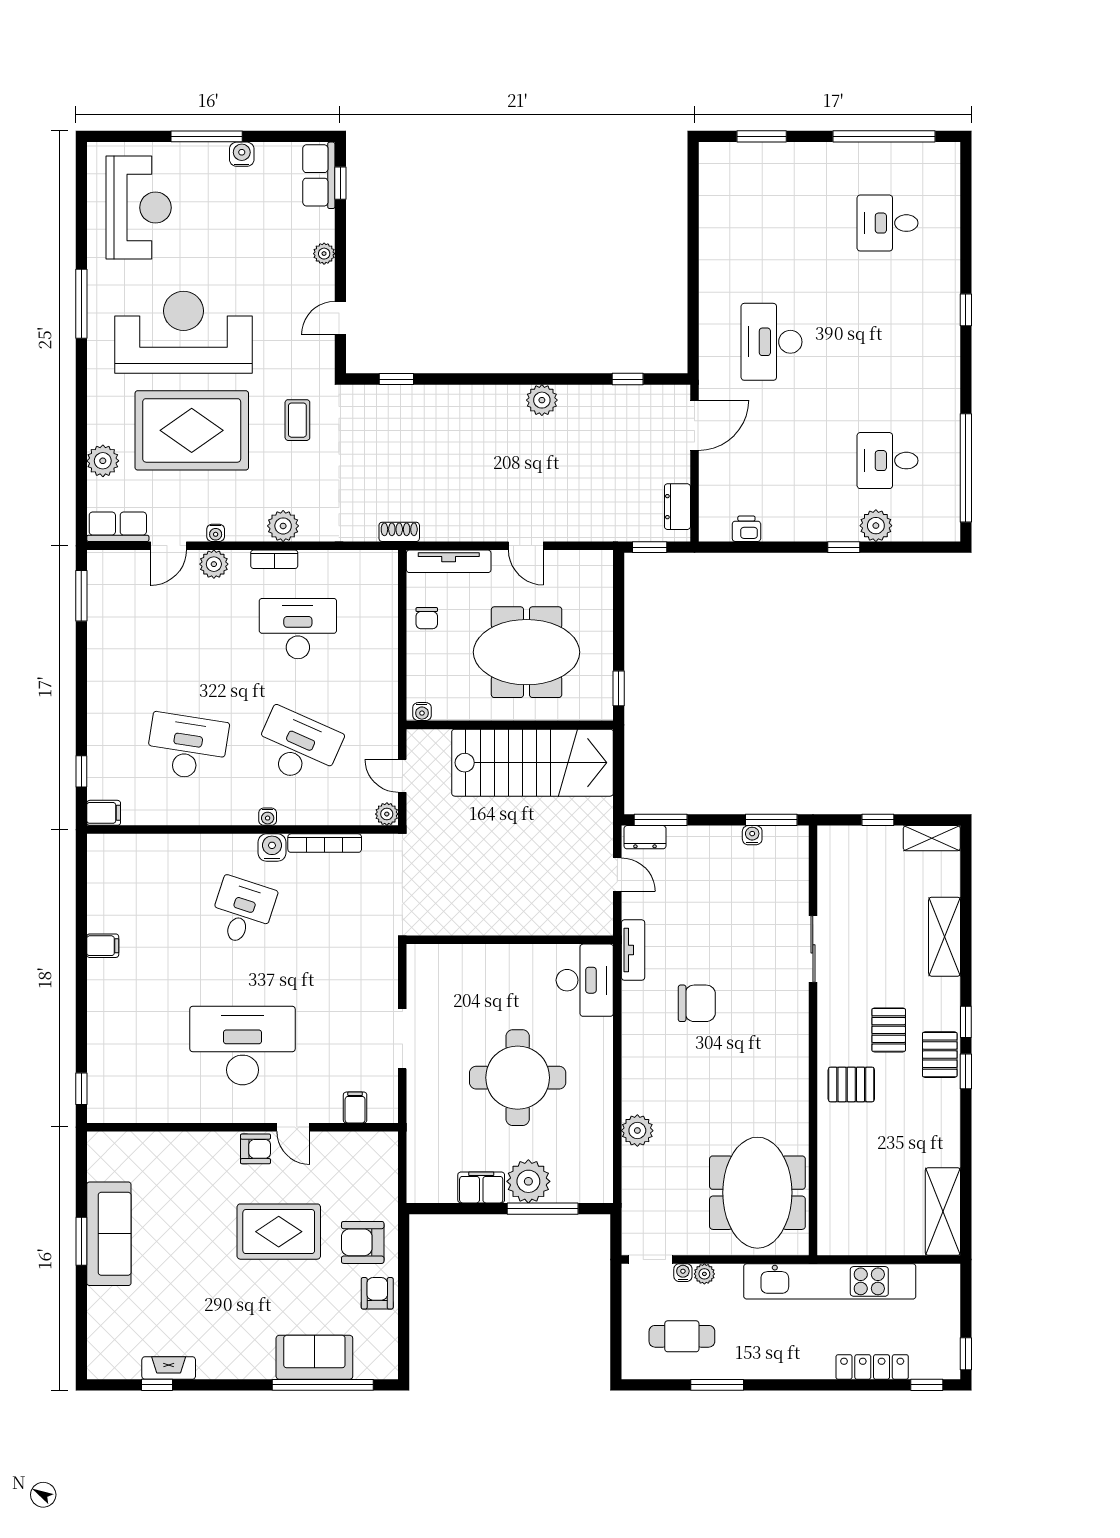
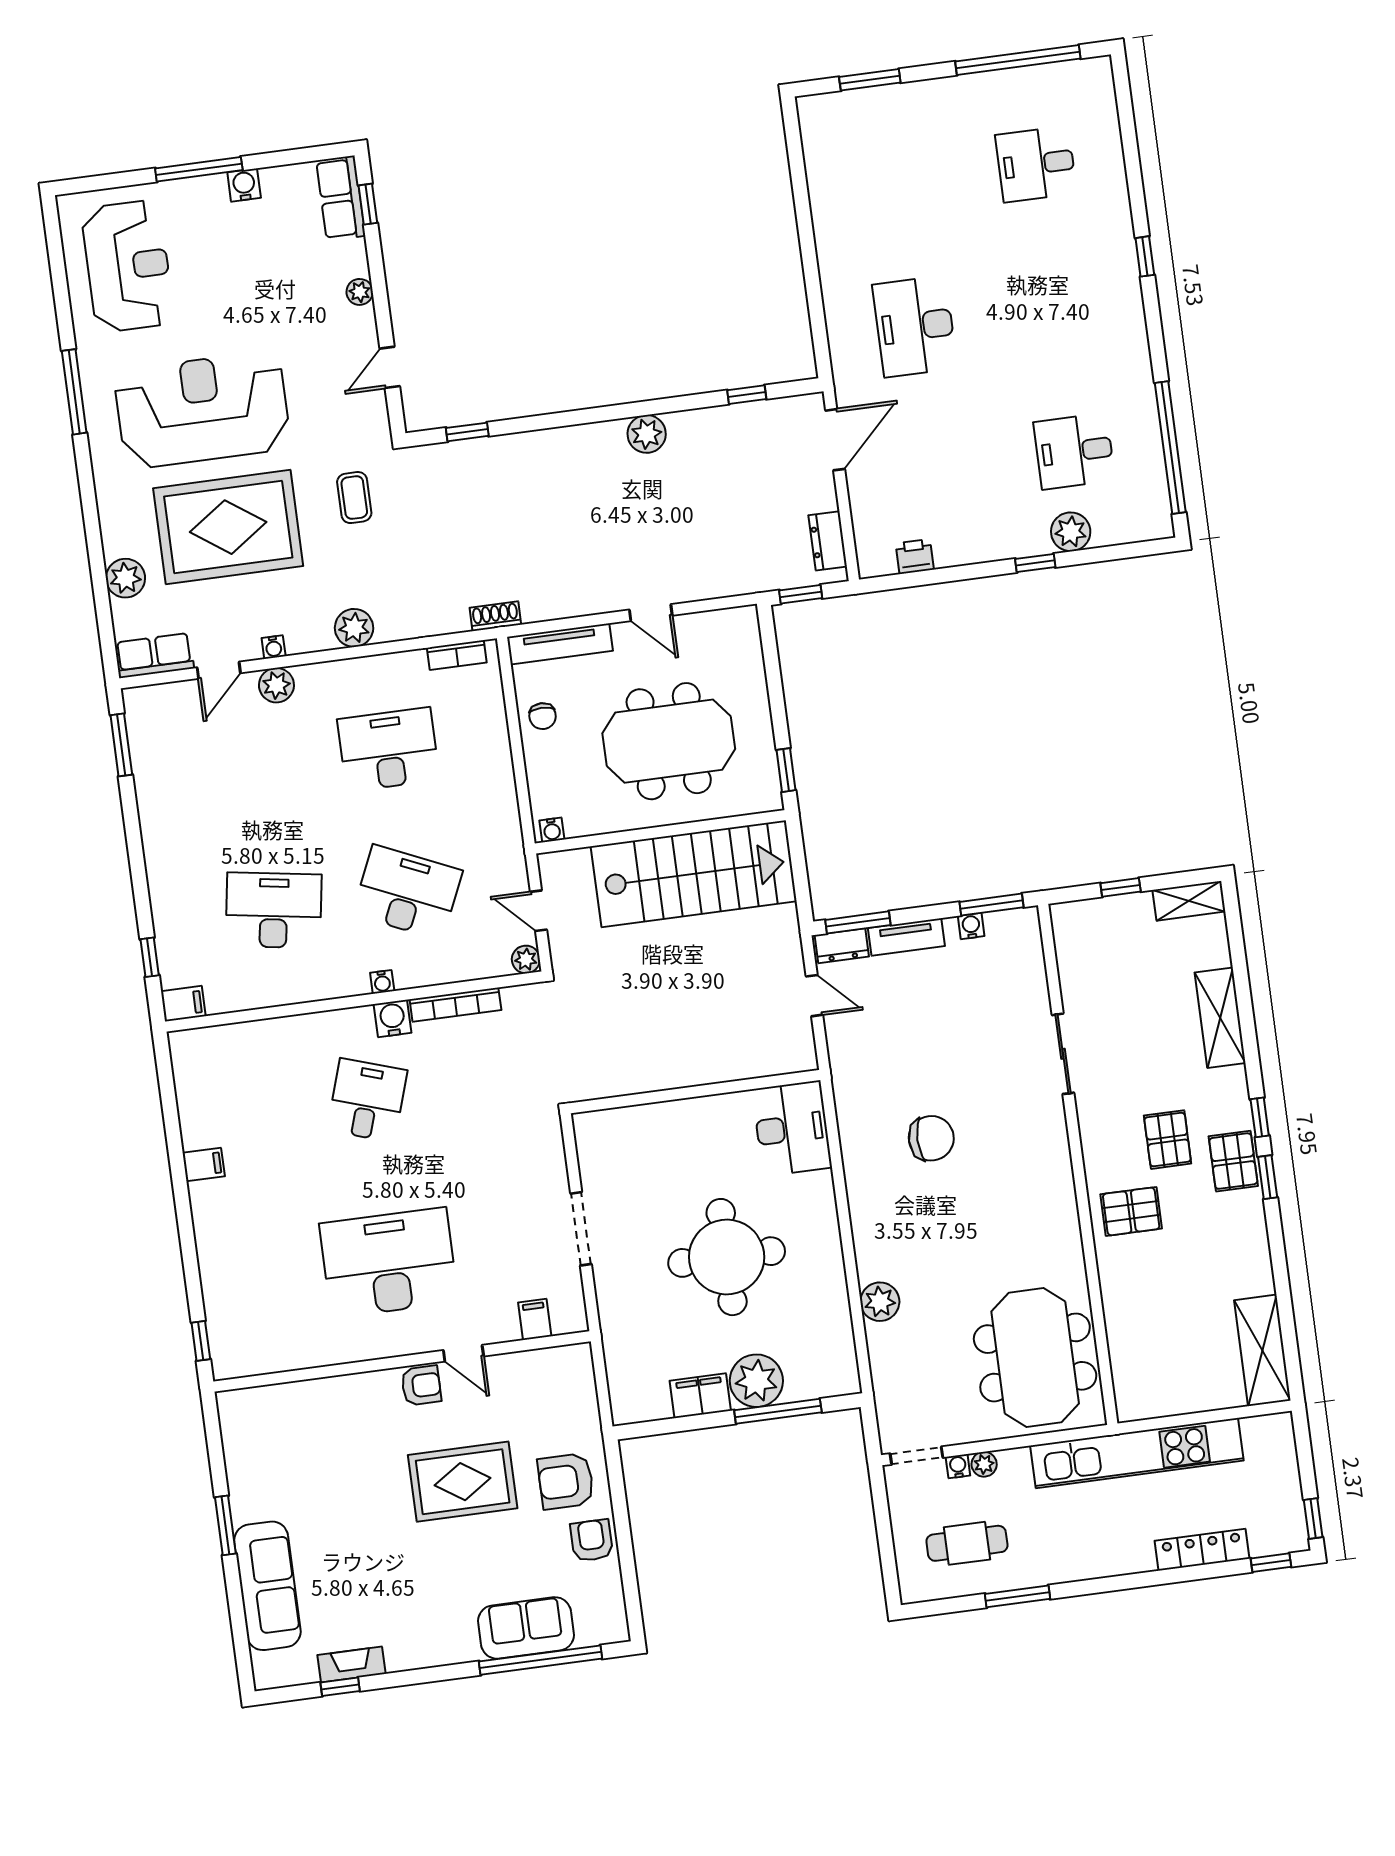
bookcase: (274, 559) -> (457, 655), moved
tv unit: (633, 950) -> (906, 937), moved, turned 90
sofa: (109, 1234) -> (267, 1586), moved

